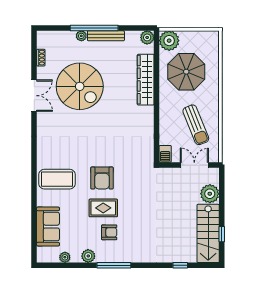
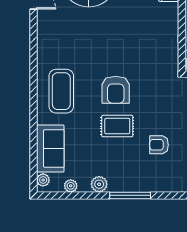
coffee table: (57, 179) -> (61, 91), turned 90
armchair: (109, 232) -> (159, 145), moved, turned 180
plant: (42, 252) -> (43, 180), added

